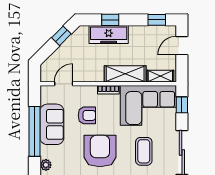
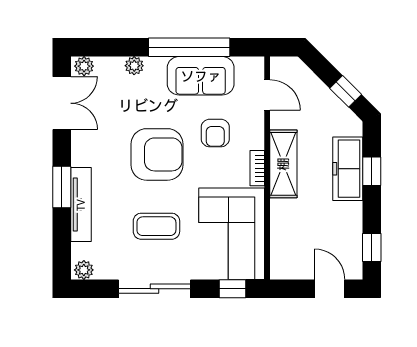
shelving: (125, 74) -> (283, 164), moved
shelving: (160, 76) -> (280, 253), removed

